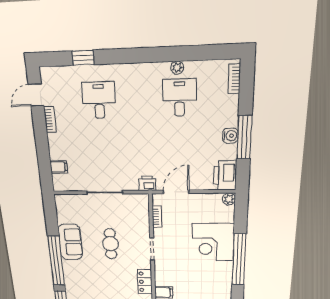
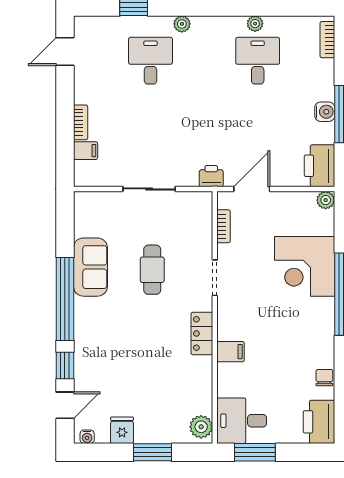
plant: (121, 70) -> (182, 24), added
bookcase: (50, 119) -> (81, 122), moved

